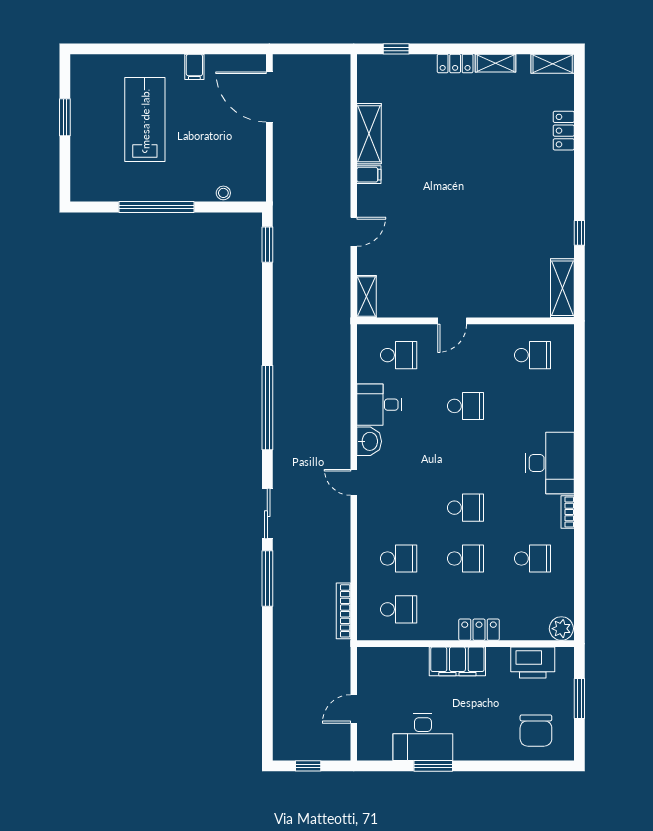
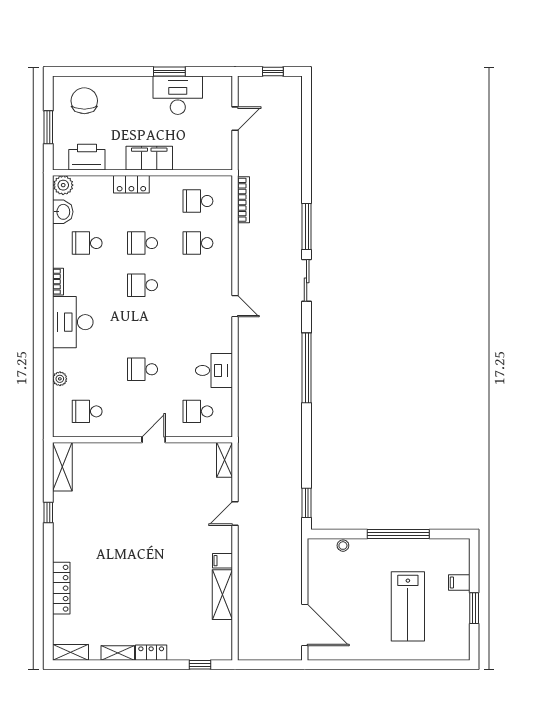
filing cabinet: (194, 67) -> (459, 583), moved, turned -90
locker: (564, 131) -> (61, 588), width x1.53
plant: (566, 394) -> (60, 379), added
washbasin: (369, 441) -> (63, 212), moved, turned 180

